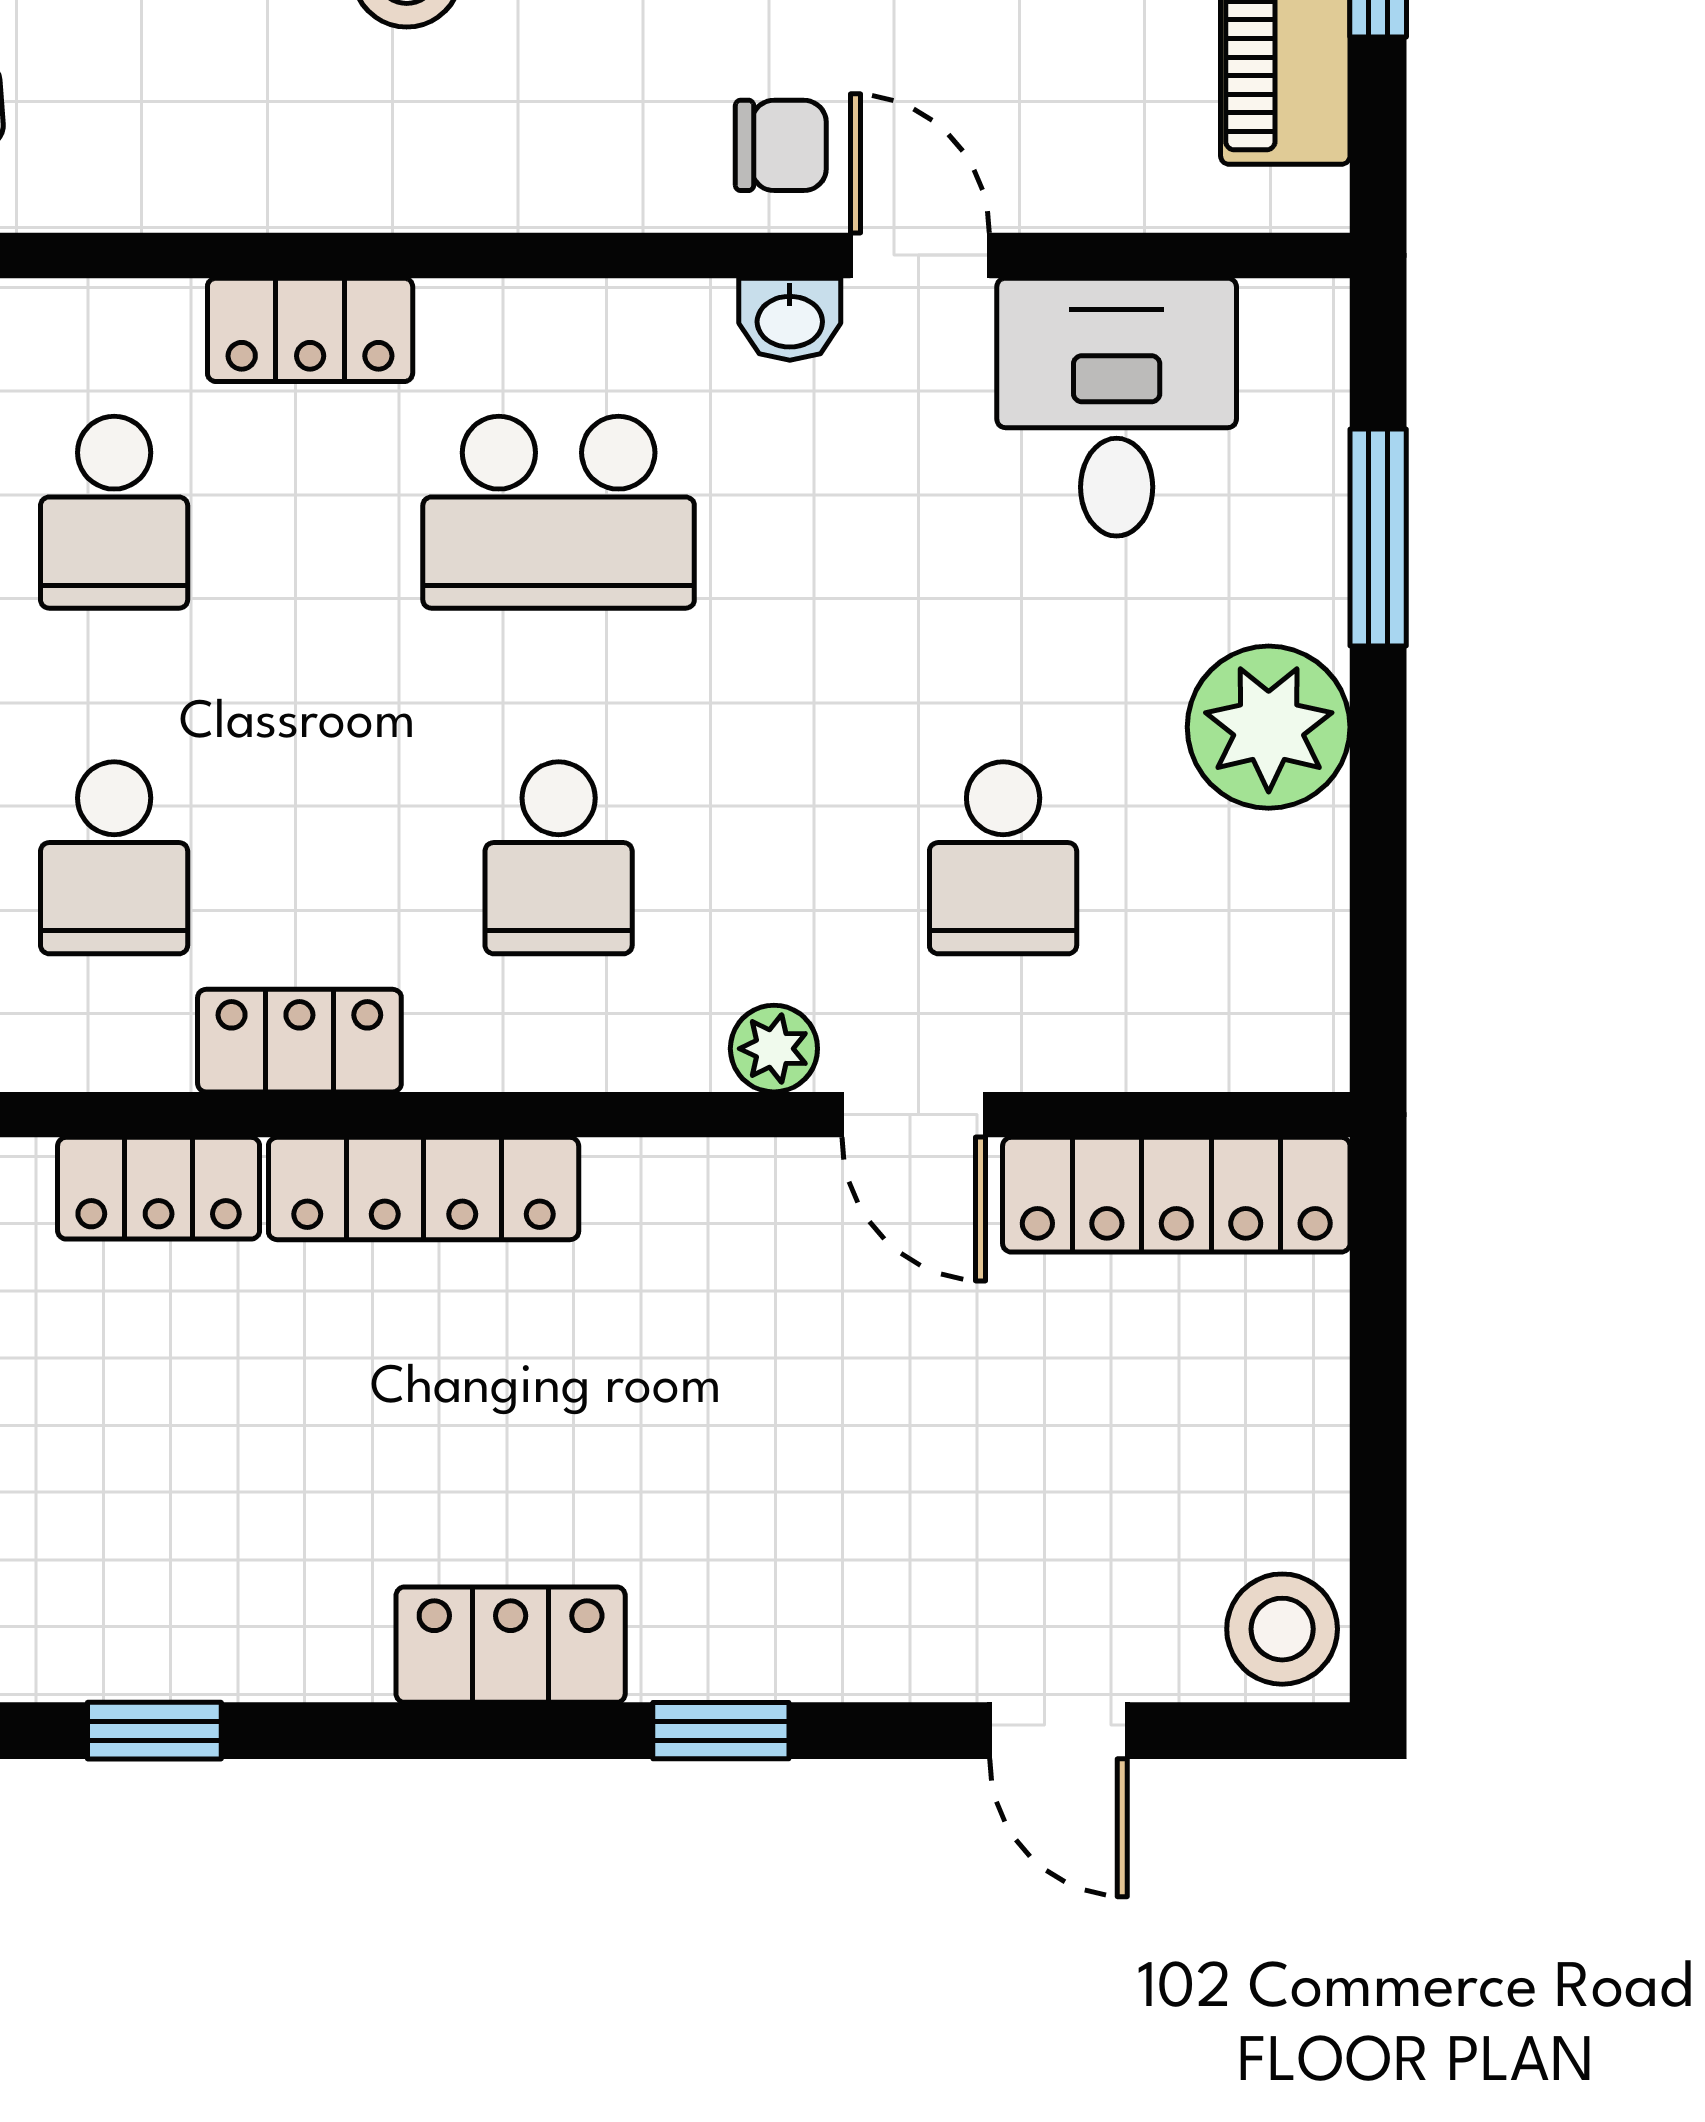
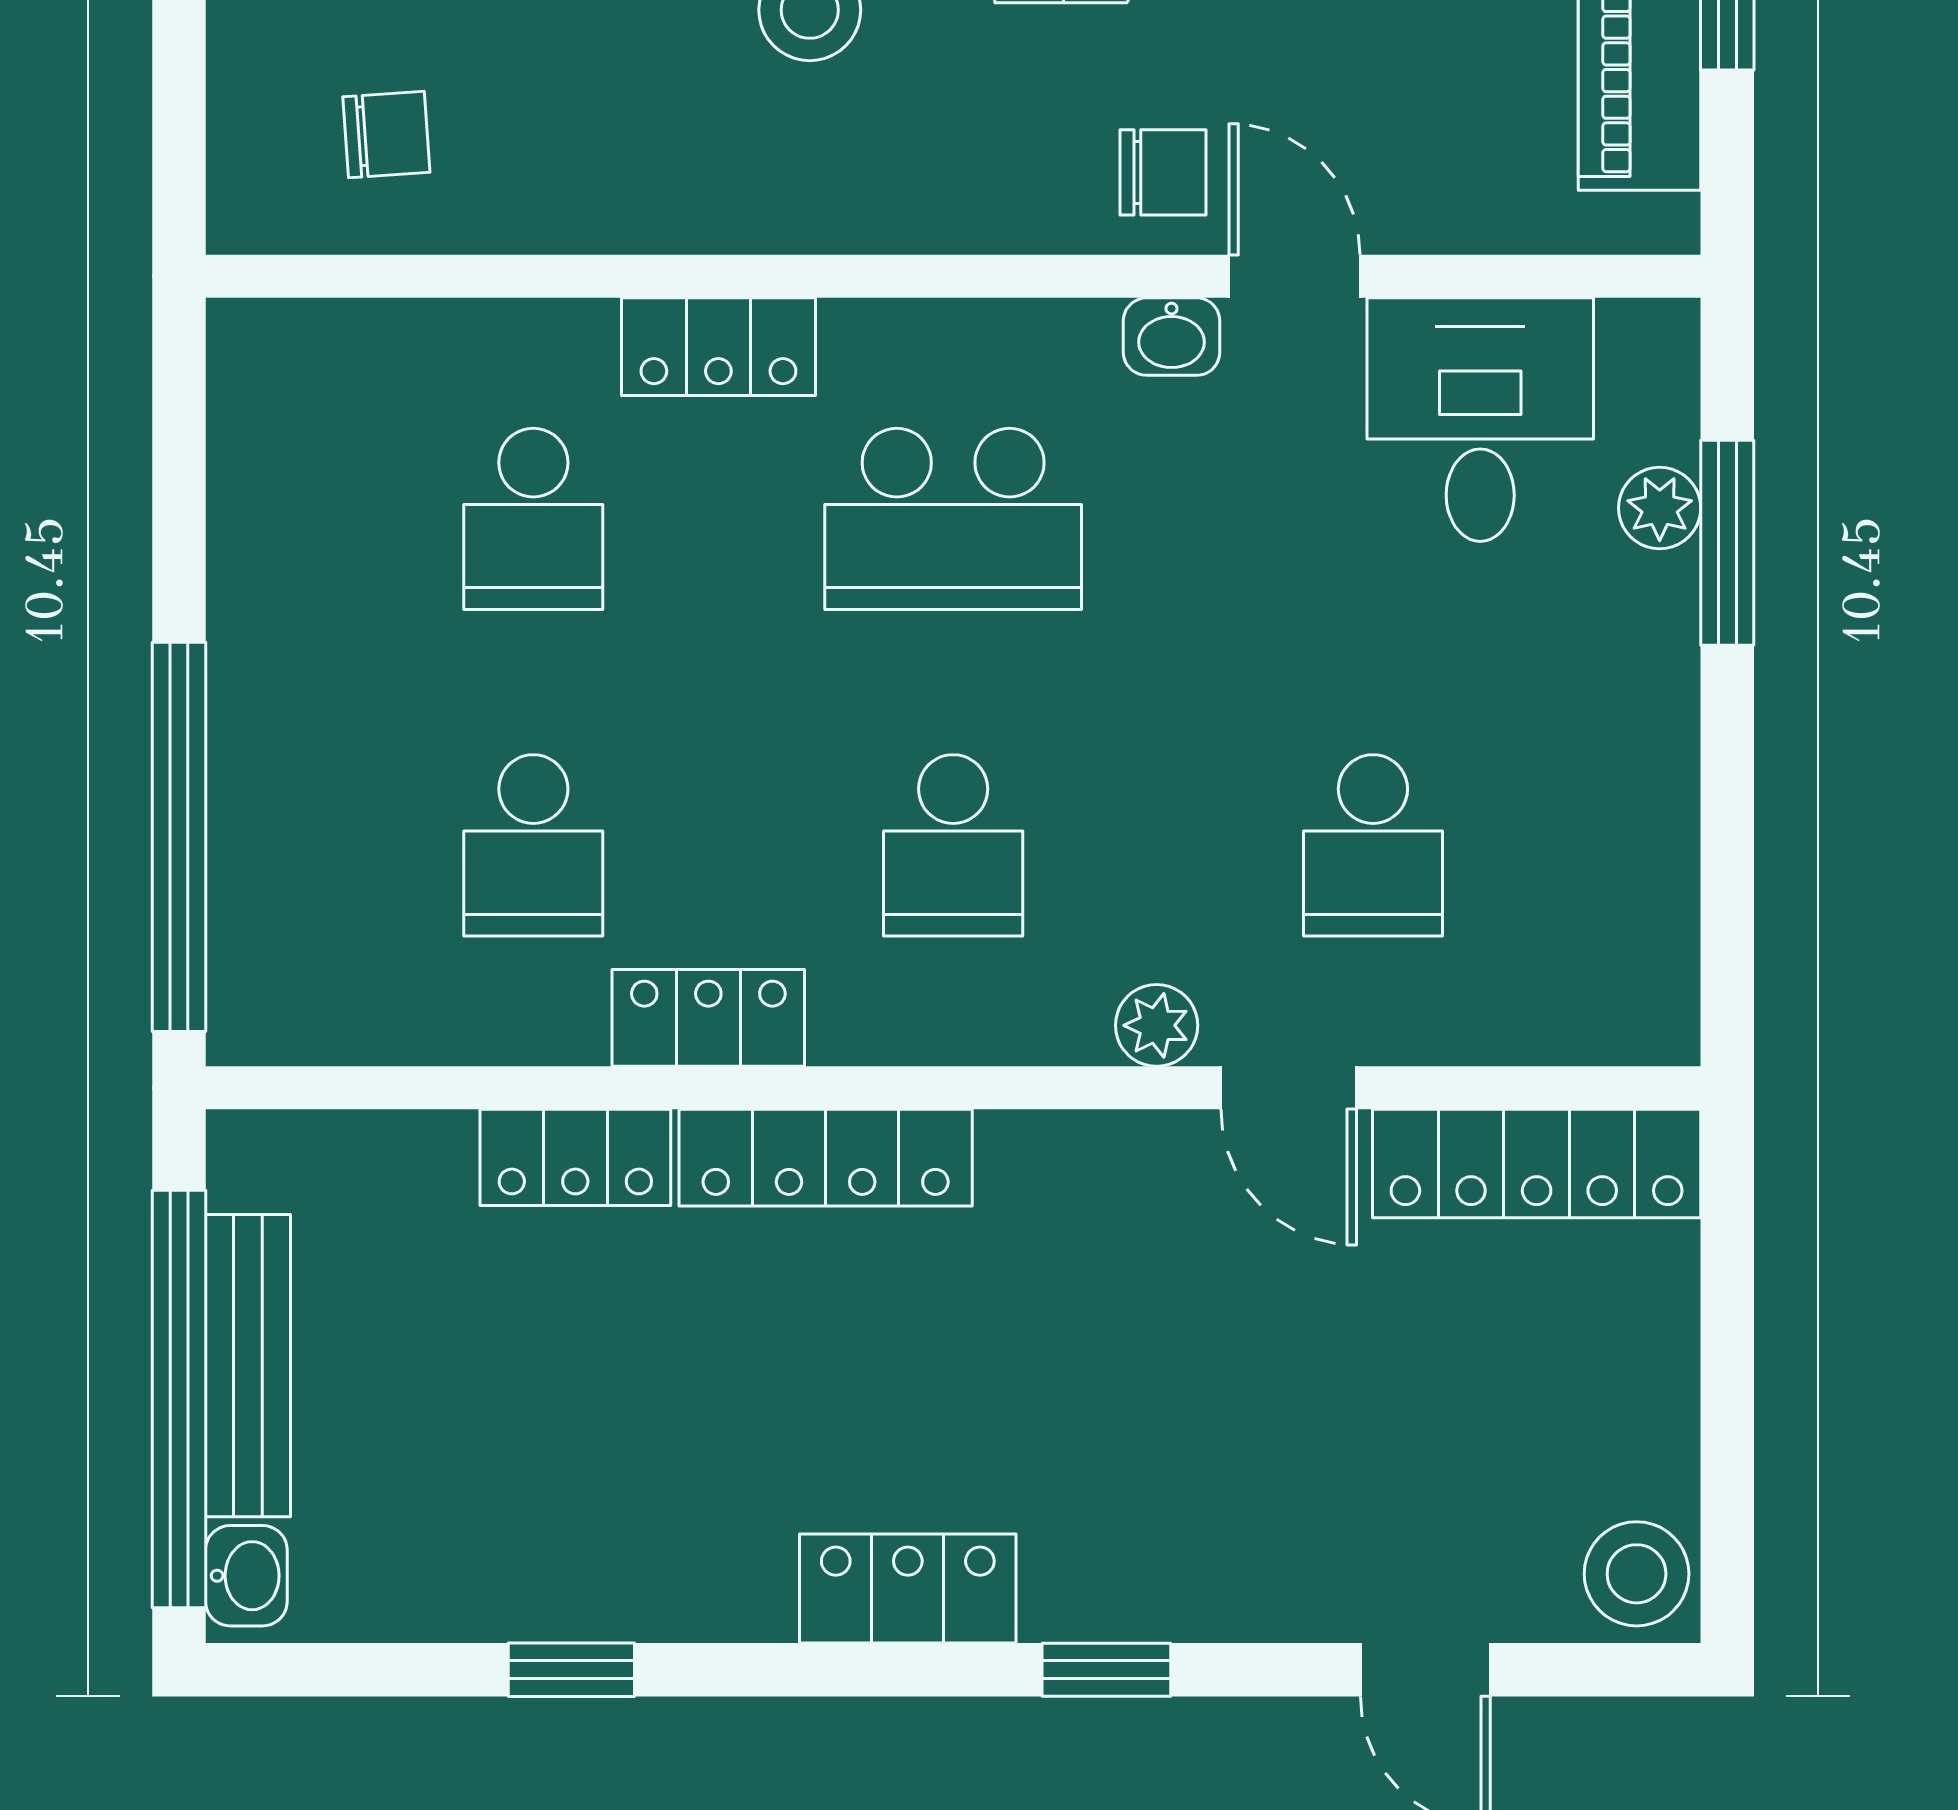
plant: (1269, 727) -> (1660, 508), moved, width x0.53, depth x0.53

